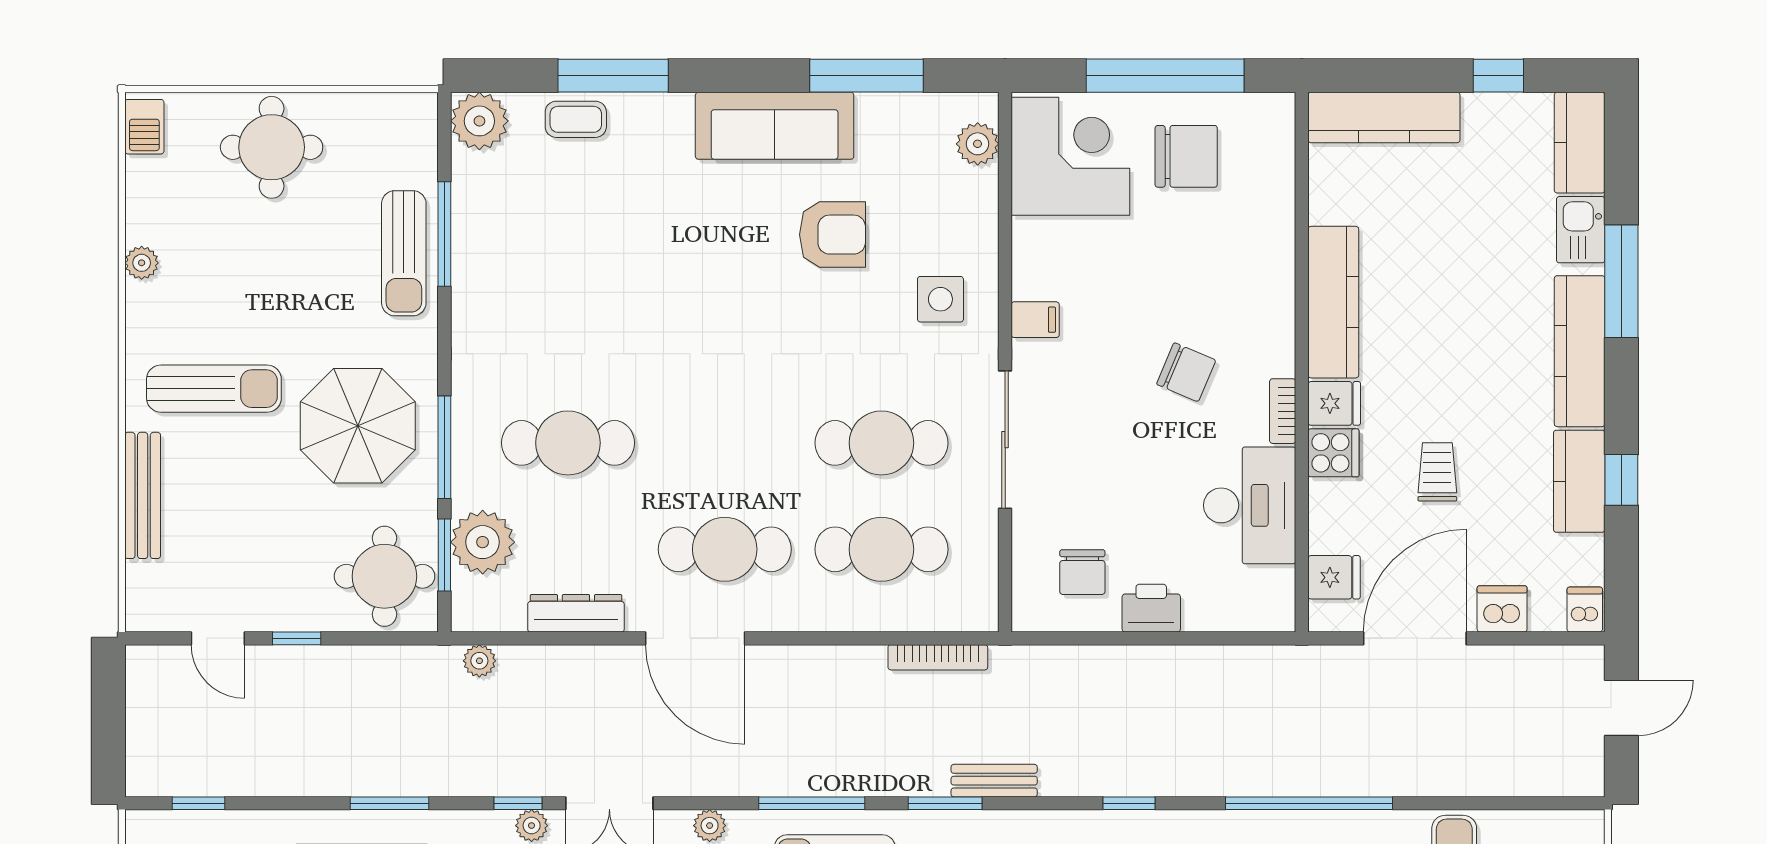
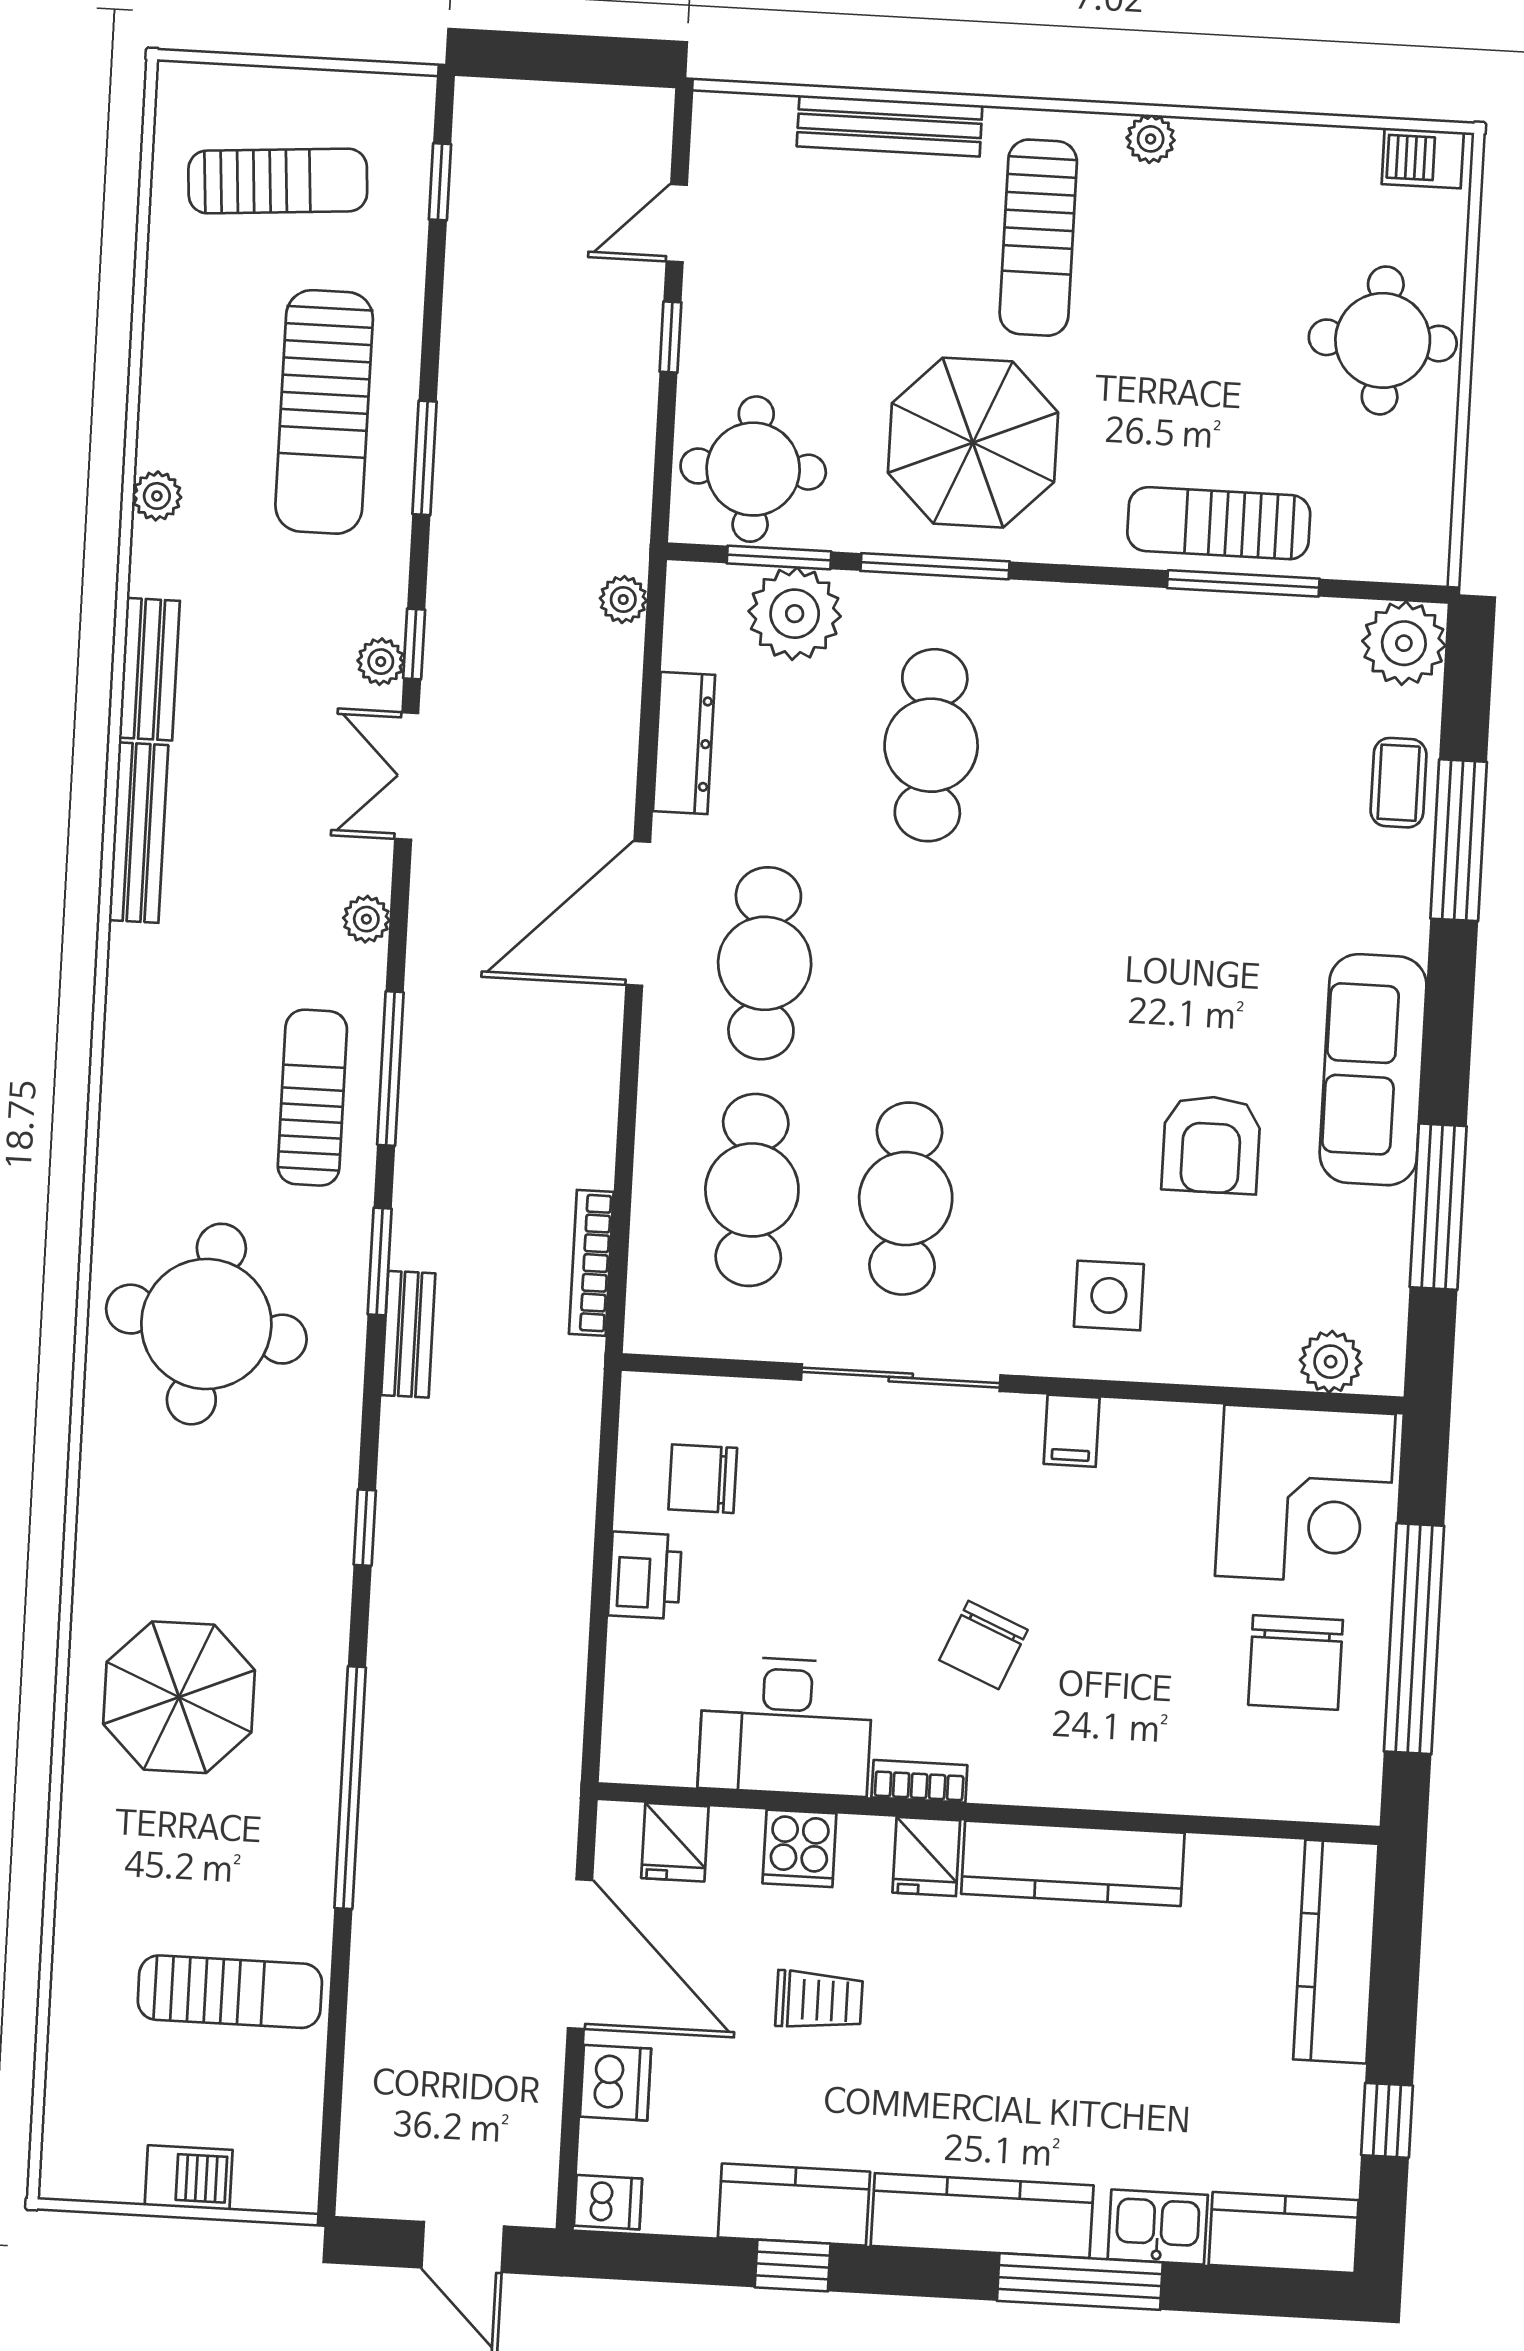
plant: (142, 263) -> (1151, 139), moved
cooker: (1333, 453) -> (799, 1848), moved

